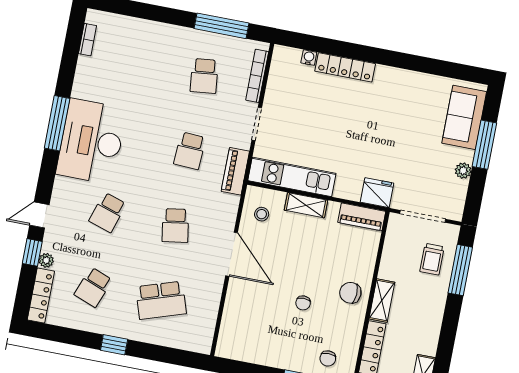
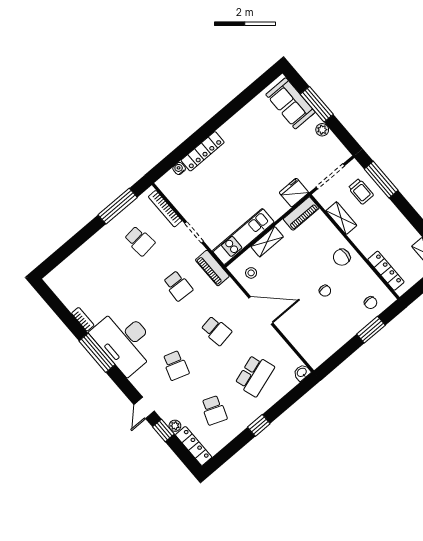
bookcase: (88, 40) -> (83, 319), moved
shelving: (382, 301) -> (341, 218), moved
washbasin: (202, 346) -> (302, 373), added

